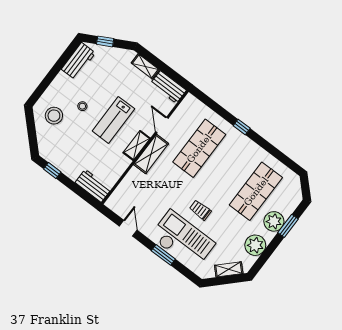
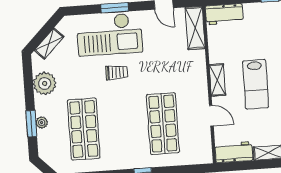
lab bench: (113, 120) -> (256, 84), turned 180
shelving: (151, 154) -> (195, 28), moved
plant: (274, 221) -> (42, 123), width x0.53, depth x0.53

